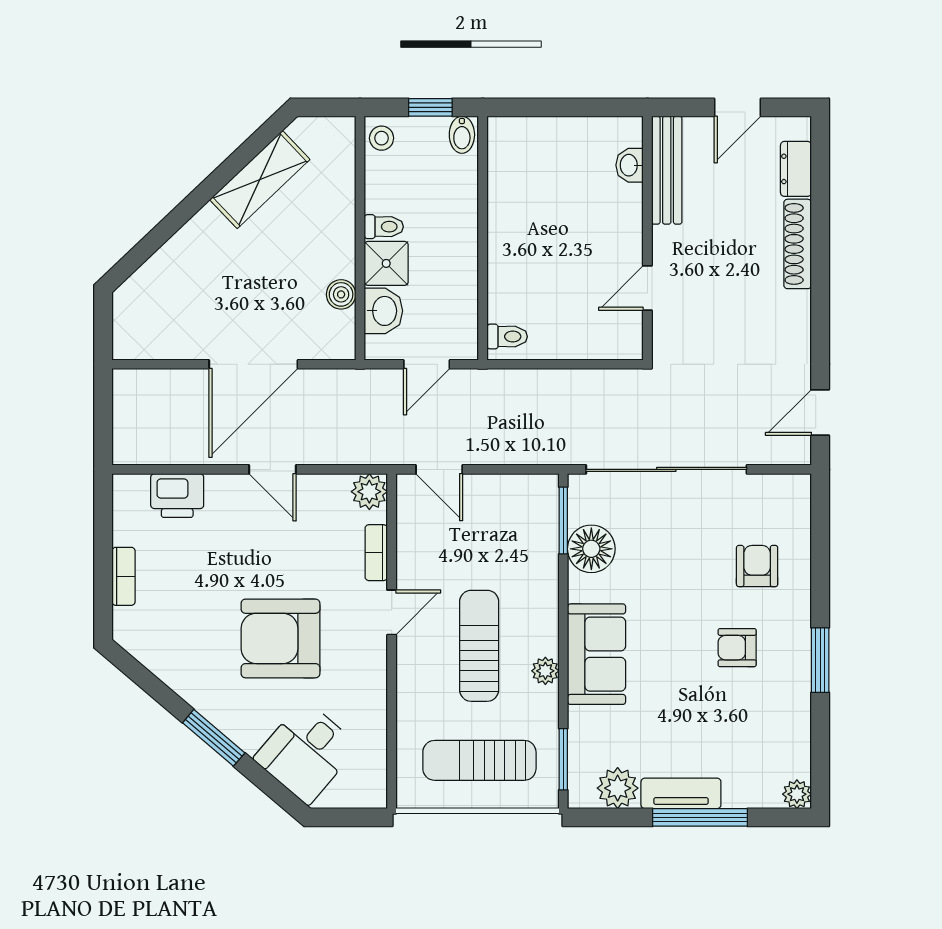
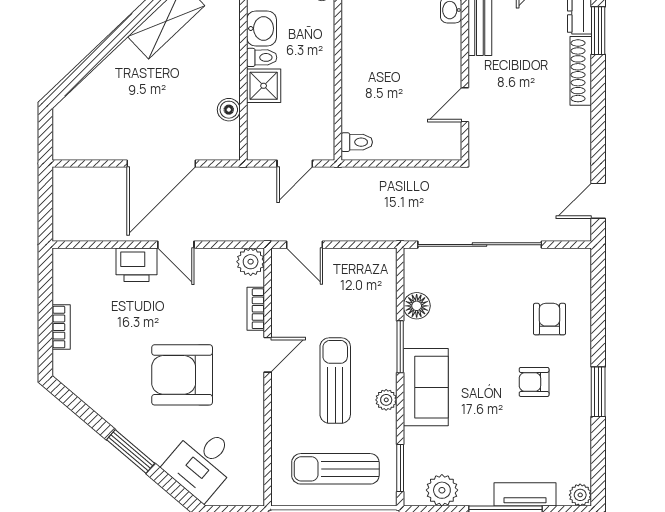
window: (820, 192) -> (598, 31), added
washbasin: (383, 311) -> (261, 28), moved
printer: (177, 496) -> (137, 265), moved
window: (563, 520) -> (400, 347), moved
floor lamp: (591, 549) -> (417, 306), width x0.73, depth x0.73
tv unit: (681, 793) -> (525, 494), moved

